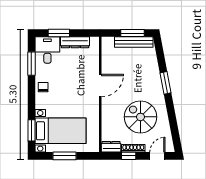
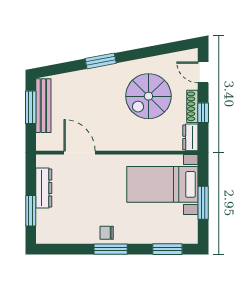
desk: (47, 50) -> (54, 227), removed
window: (31, 64) -> (111, 249), moved
door: (100, 86) -> (80, 153), moved
bed with nightstands: (61, 131) -> (162, 184), moved, turned -90

